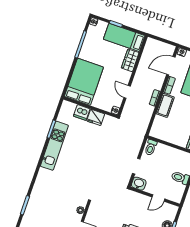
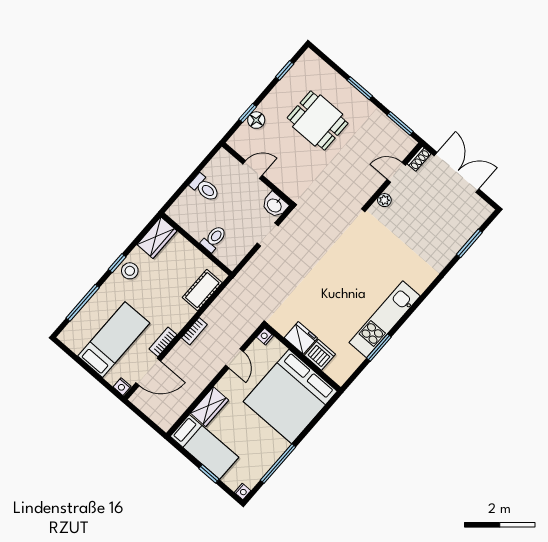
bed: (84, 82) -> (290, 396), width x1.36
cot: (165, 105) -> (202, 290), moved
toilet: (151, 147) -> (214, 239), moved

